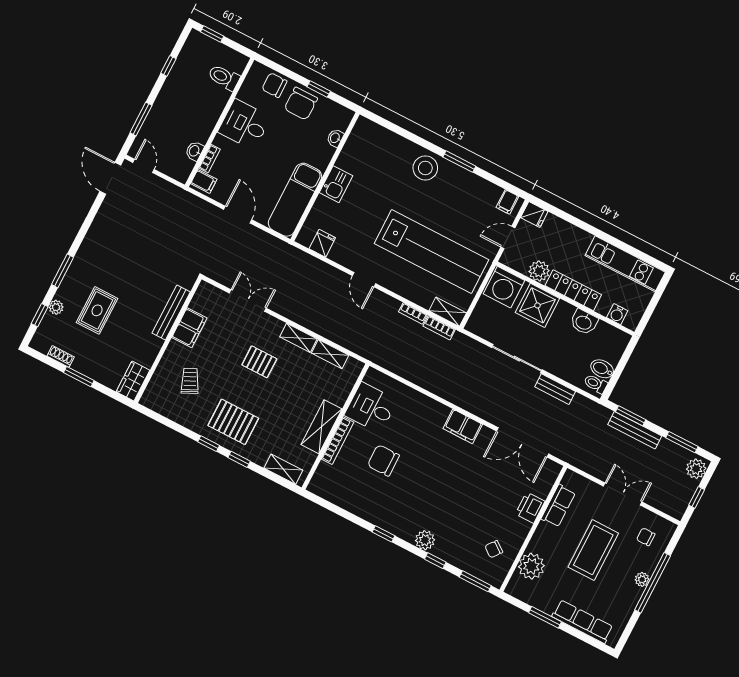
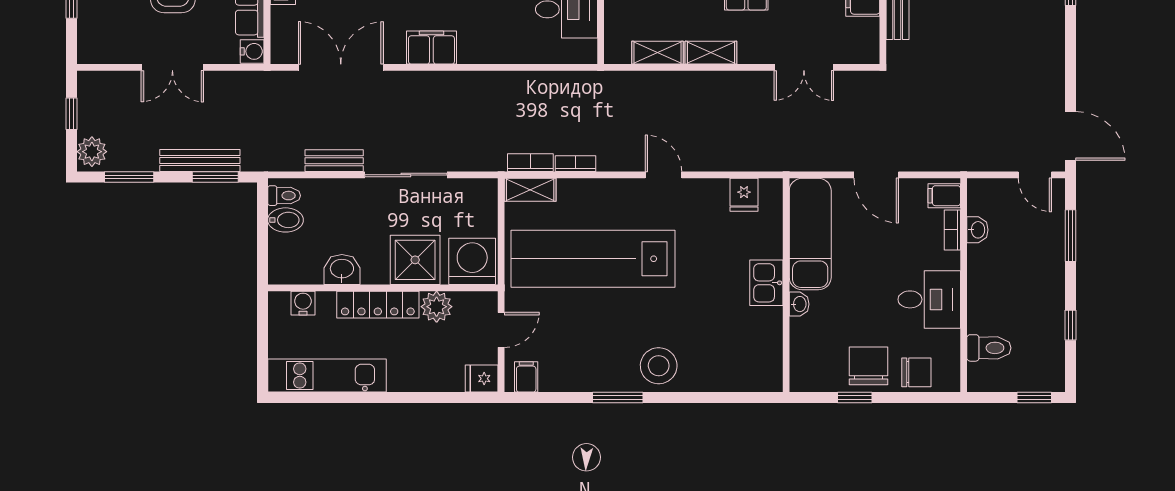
washbasin: (335, 138) -> (799, 304), moved
water cooler: (570, 479) -> (252, 51), added
chair: (646, 537) -> (112, 26), removed

